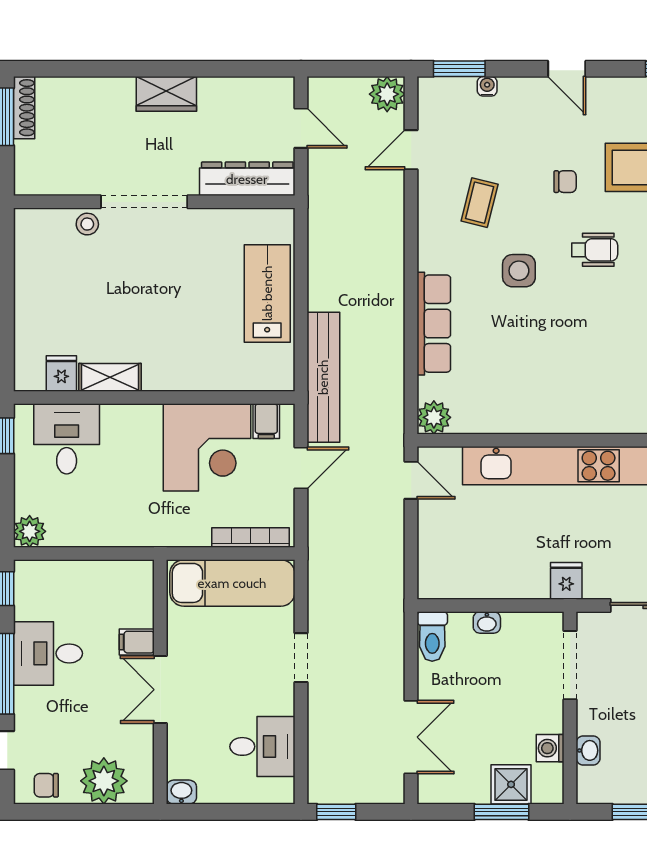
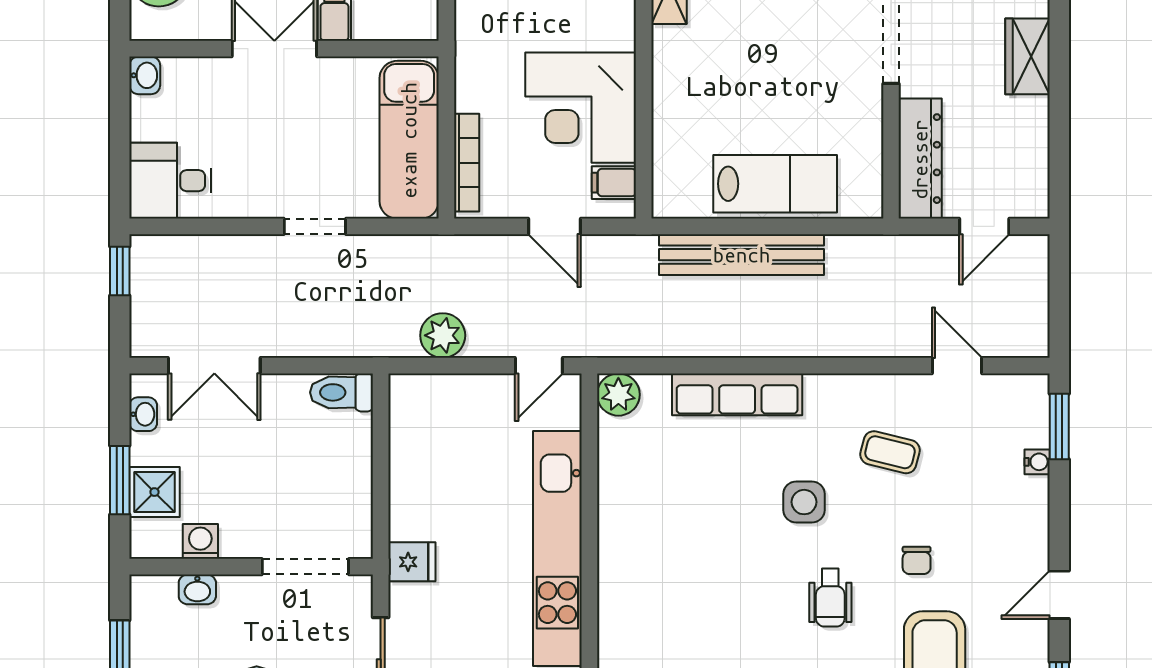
door: (567, 69) -> (1059, 595), moved
plant: (387, 94) -> (443, 335), moved
bench: (323, 377) -> (742, 255), moved
washbasin: (487, 622) -> (143, 414), moved, turned 180
desk: (262, 746) -> (170, 181), moved, turned 90

